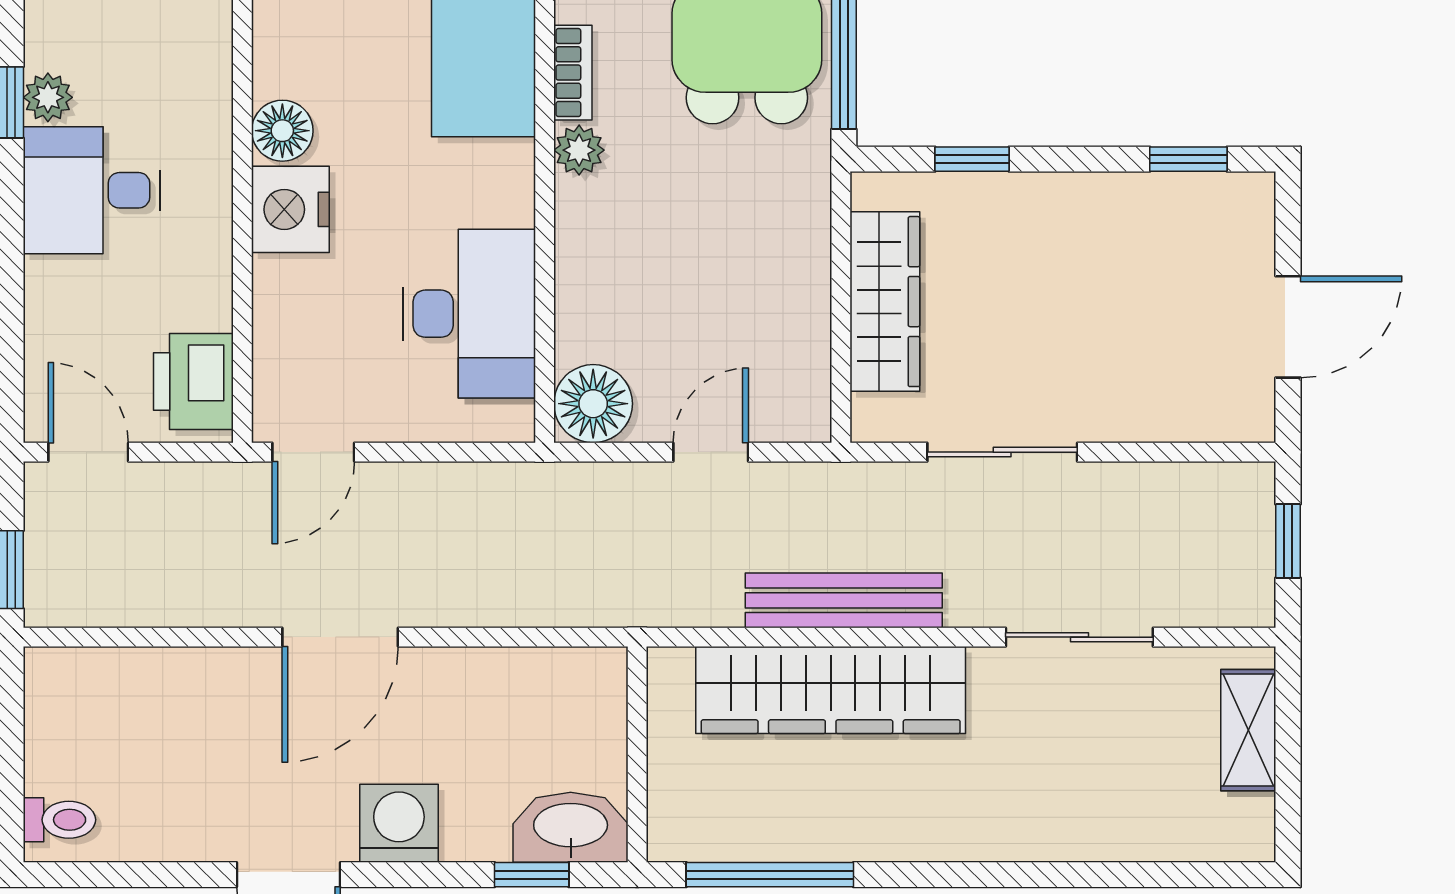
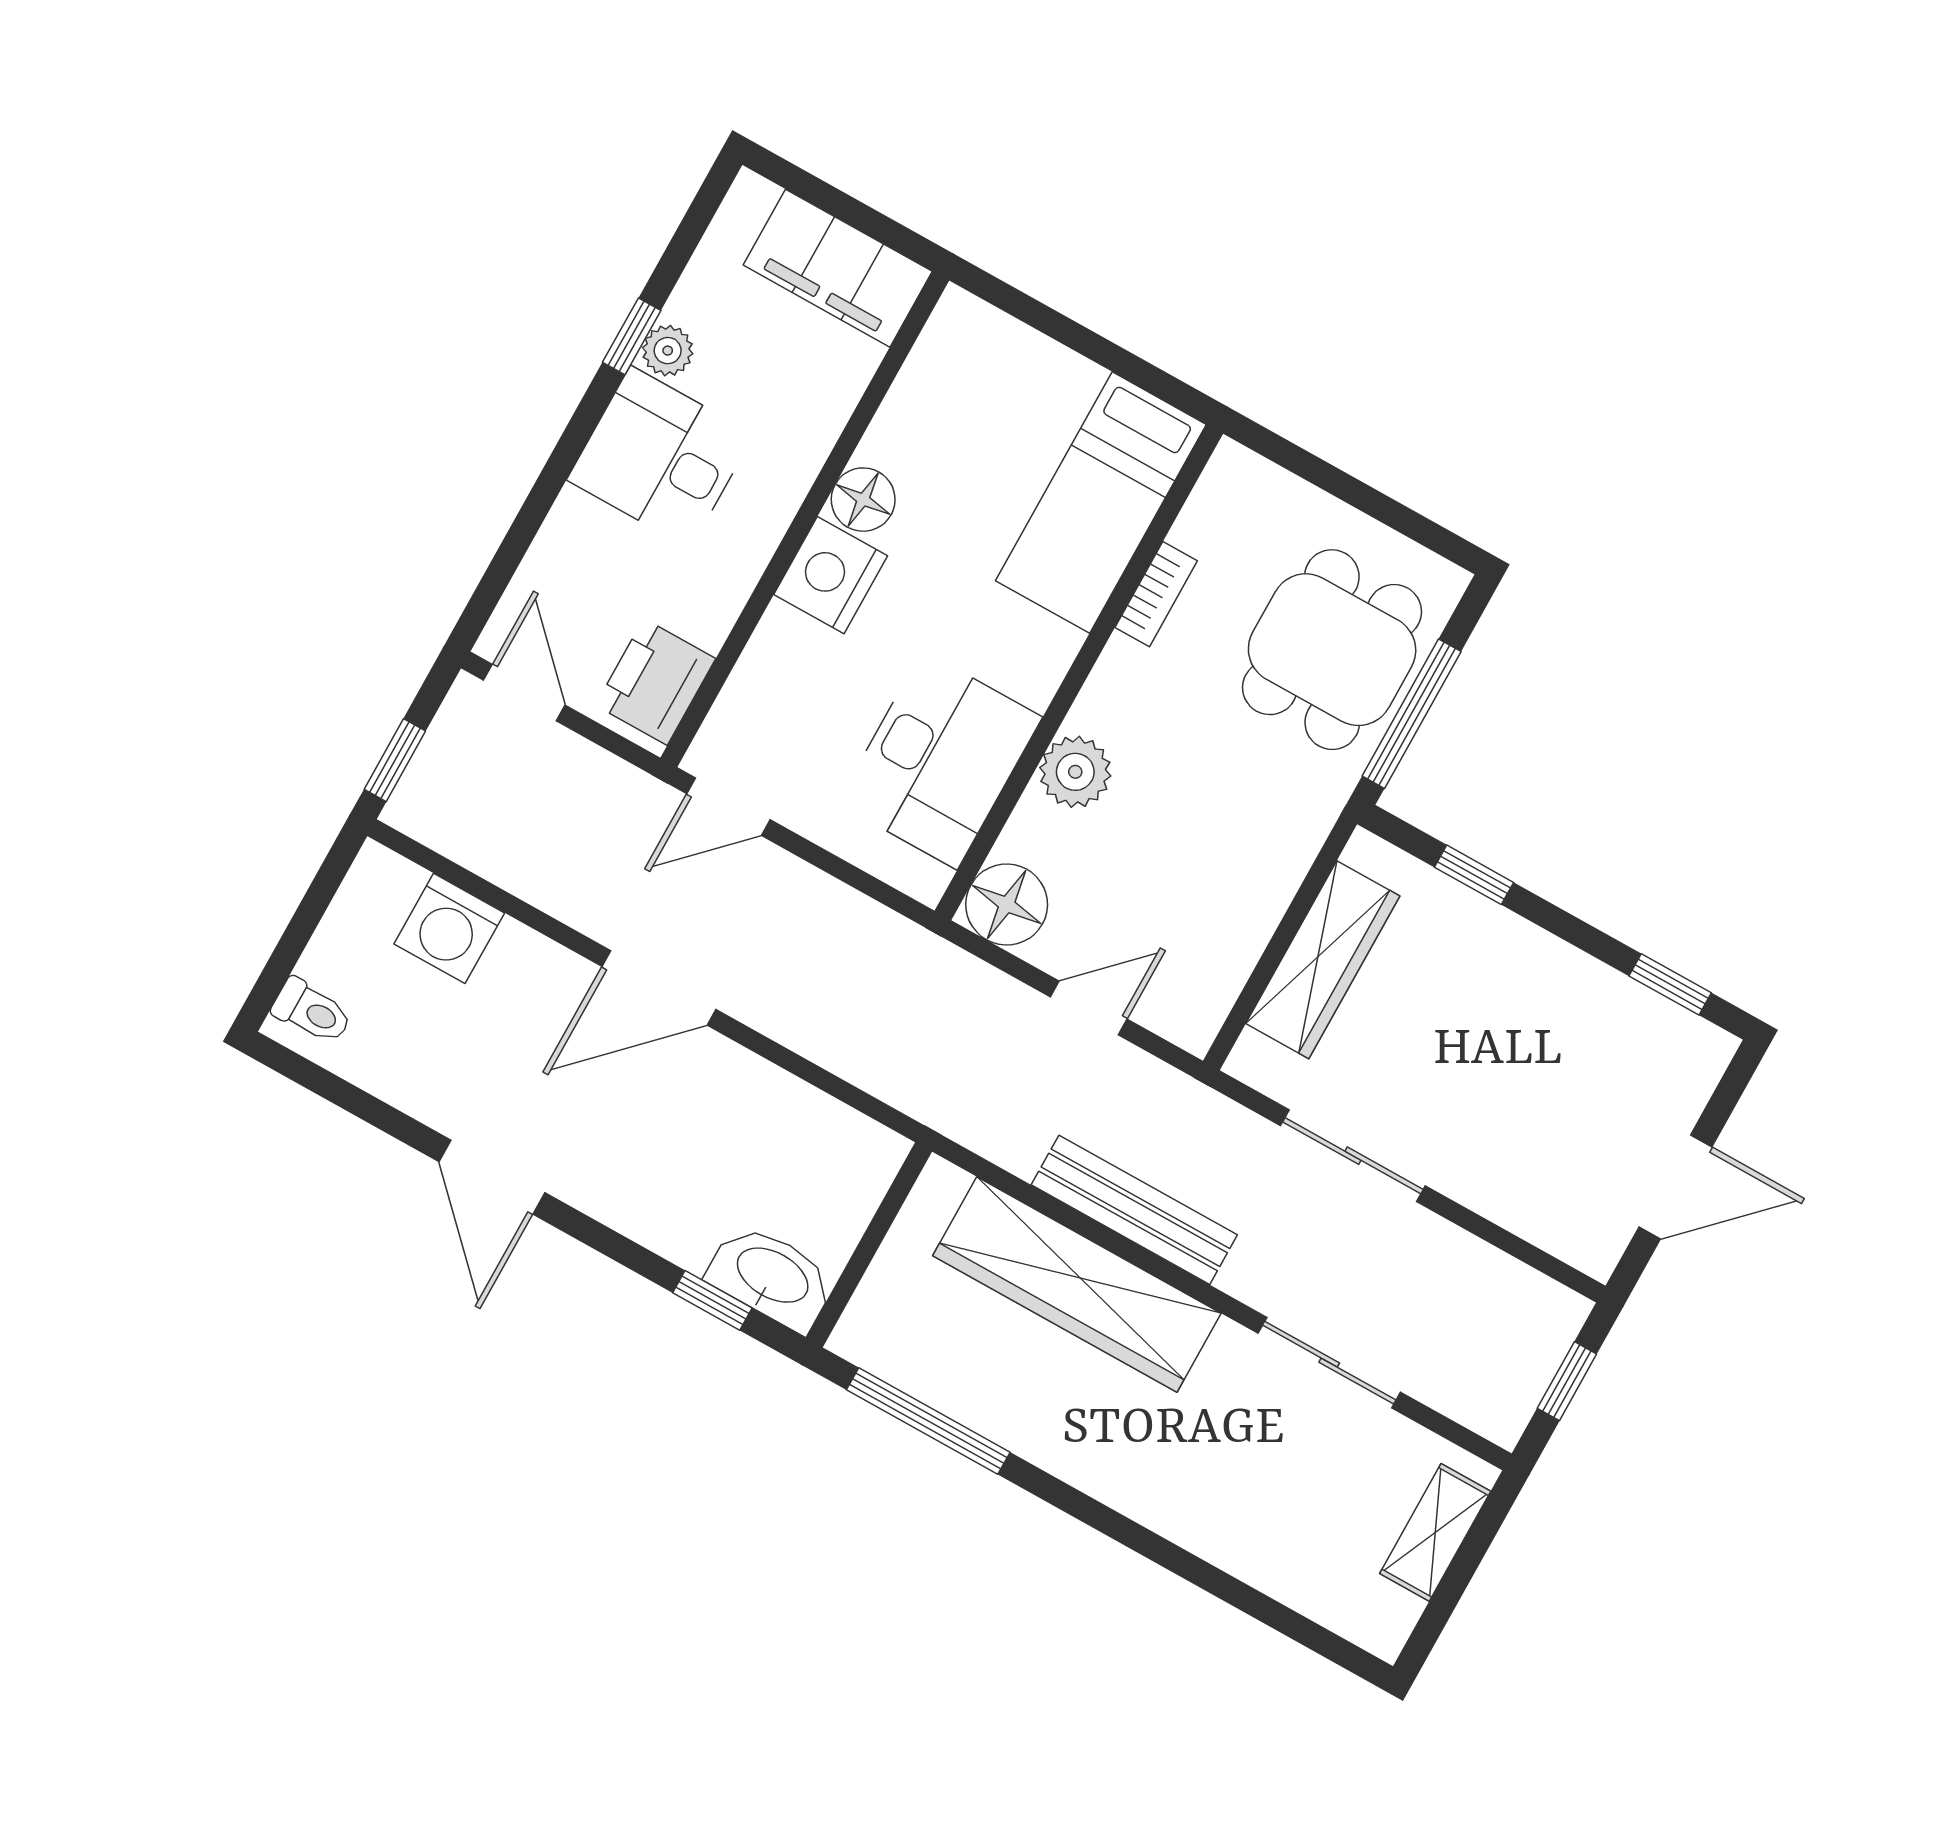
plant: (579, 150) -> (1075, 772), moved, width x1.38, depth x1.38
washing machine: (399, 823) -> (449, 928), moved, turned 180

